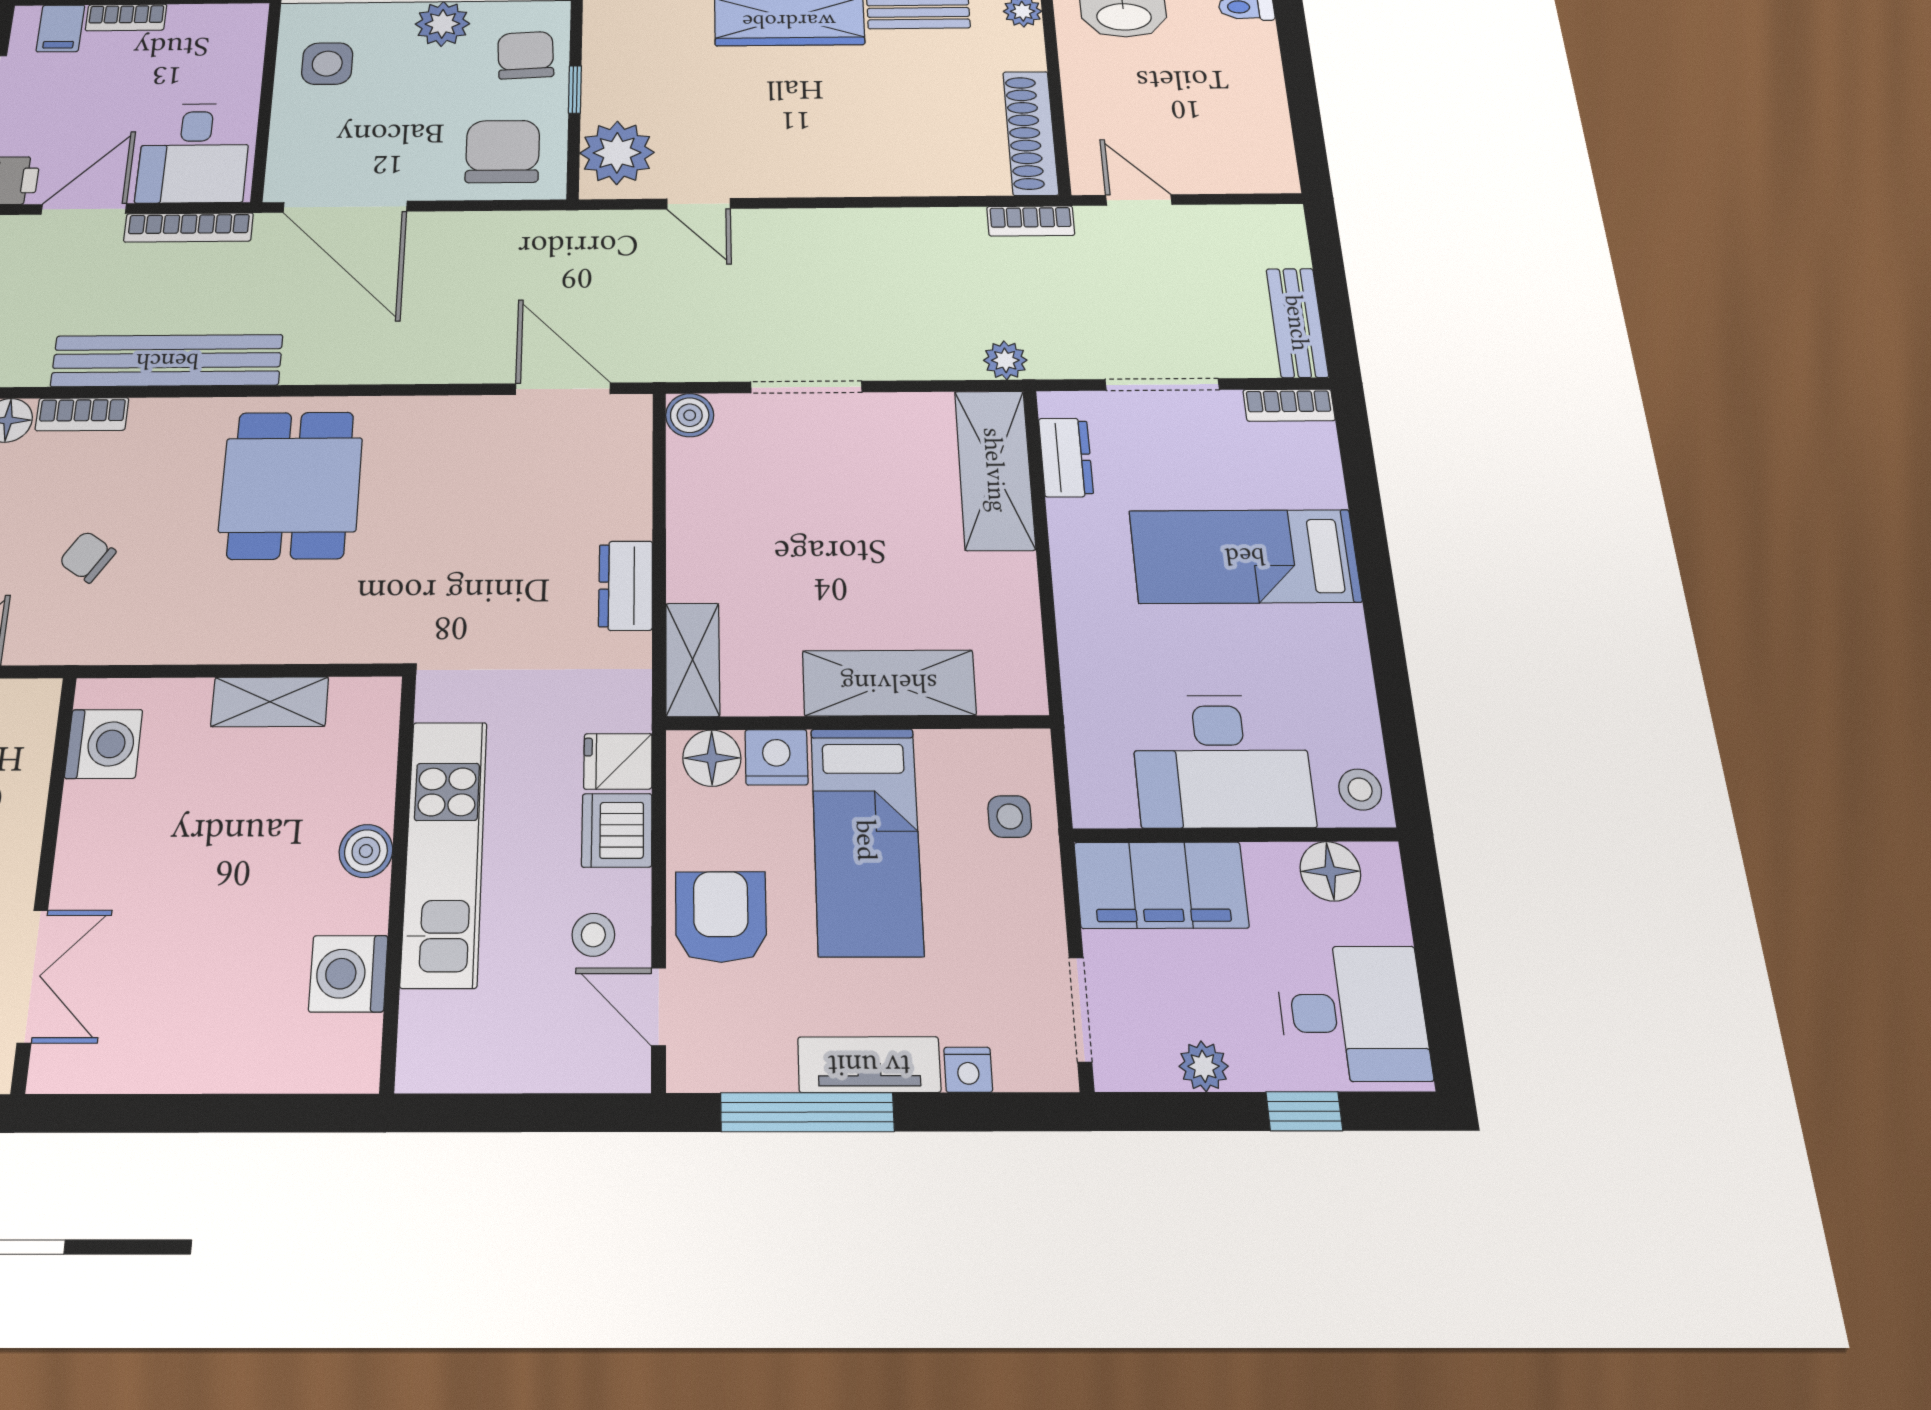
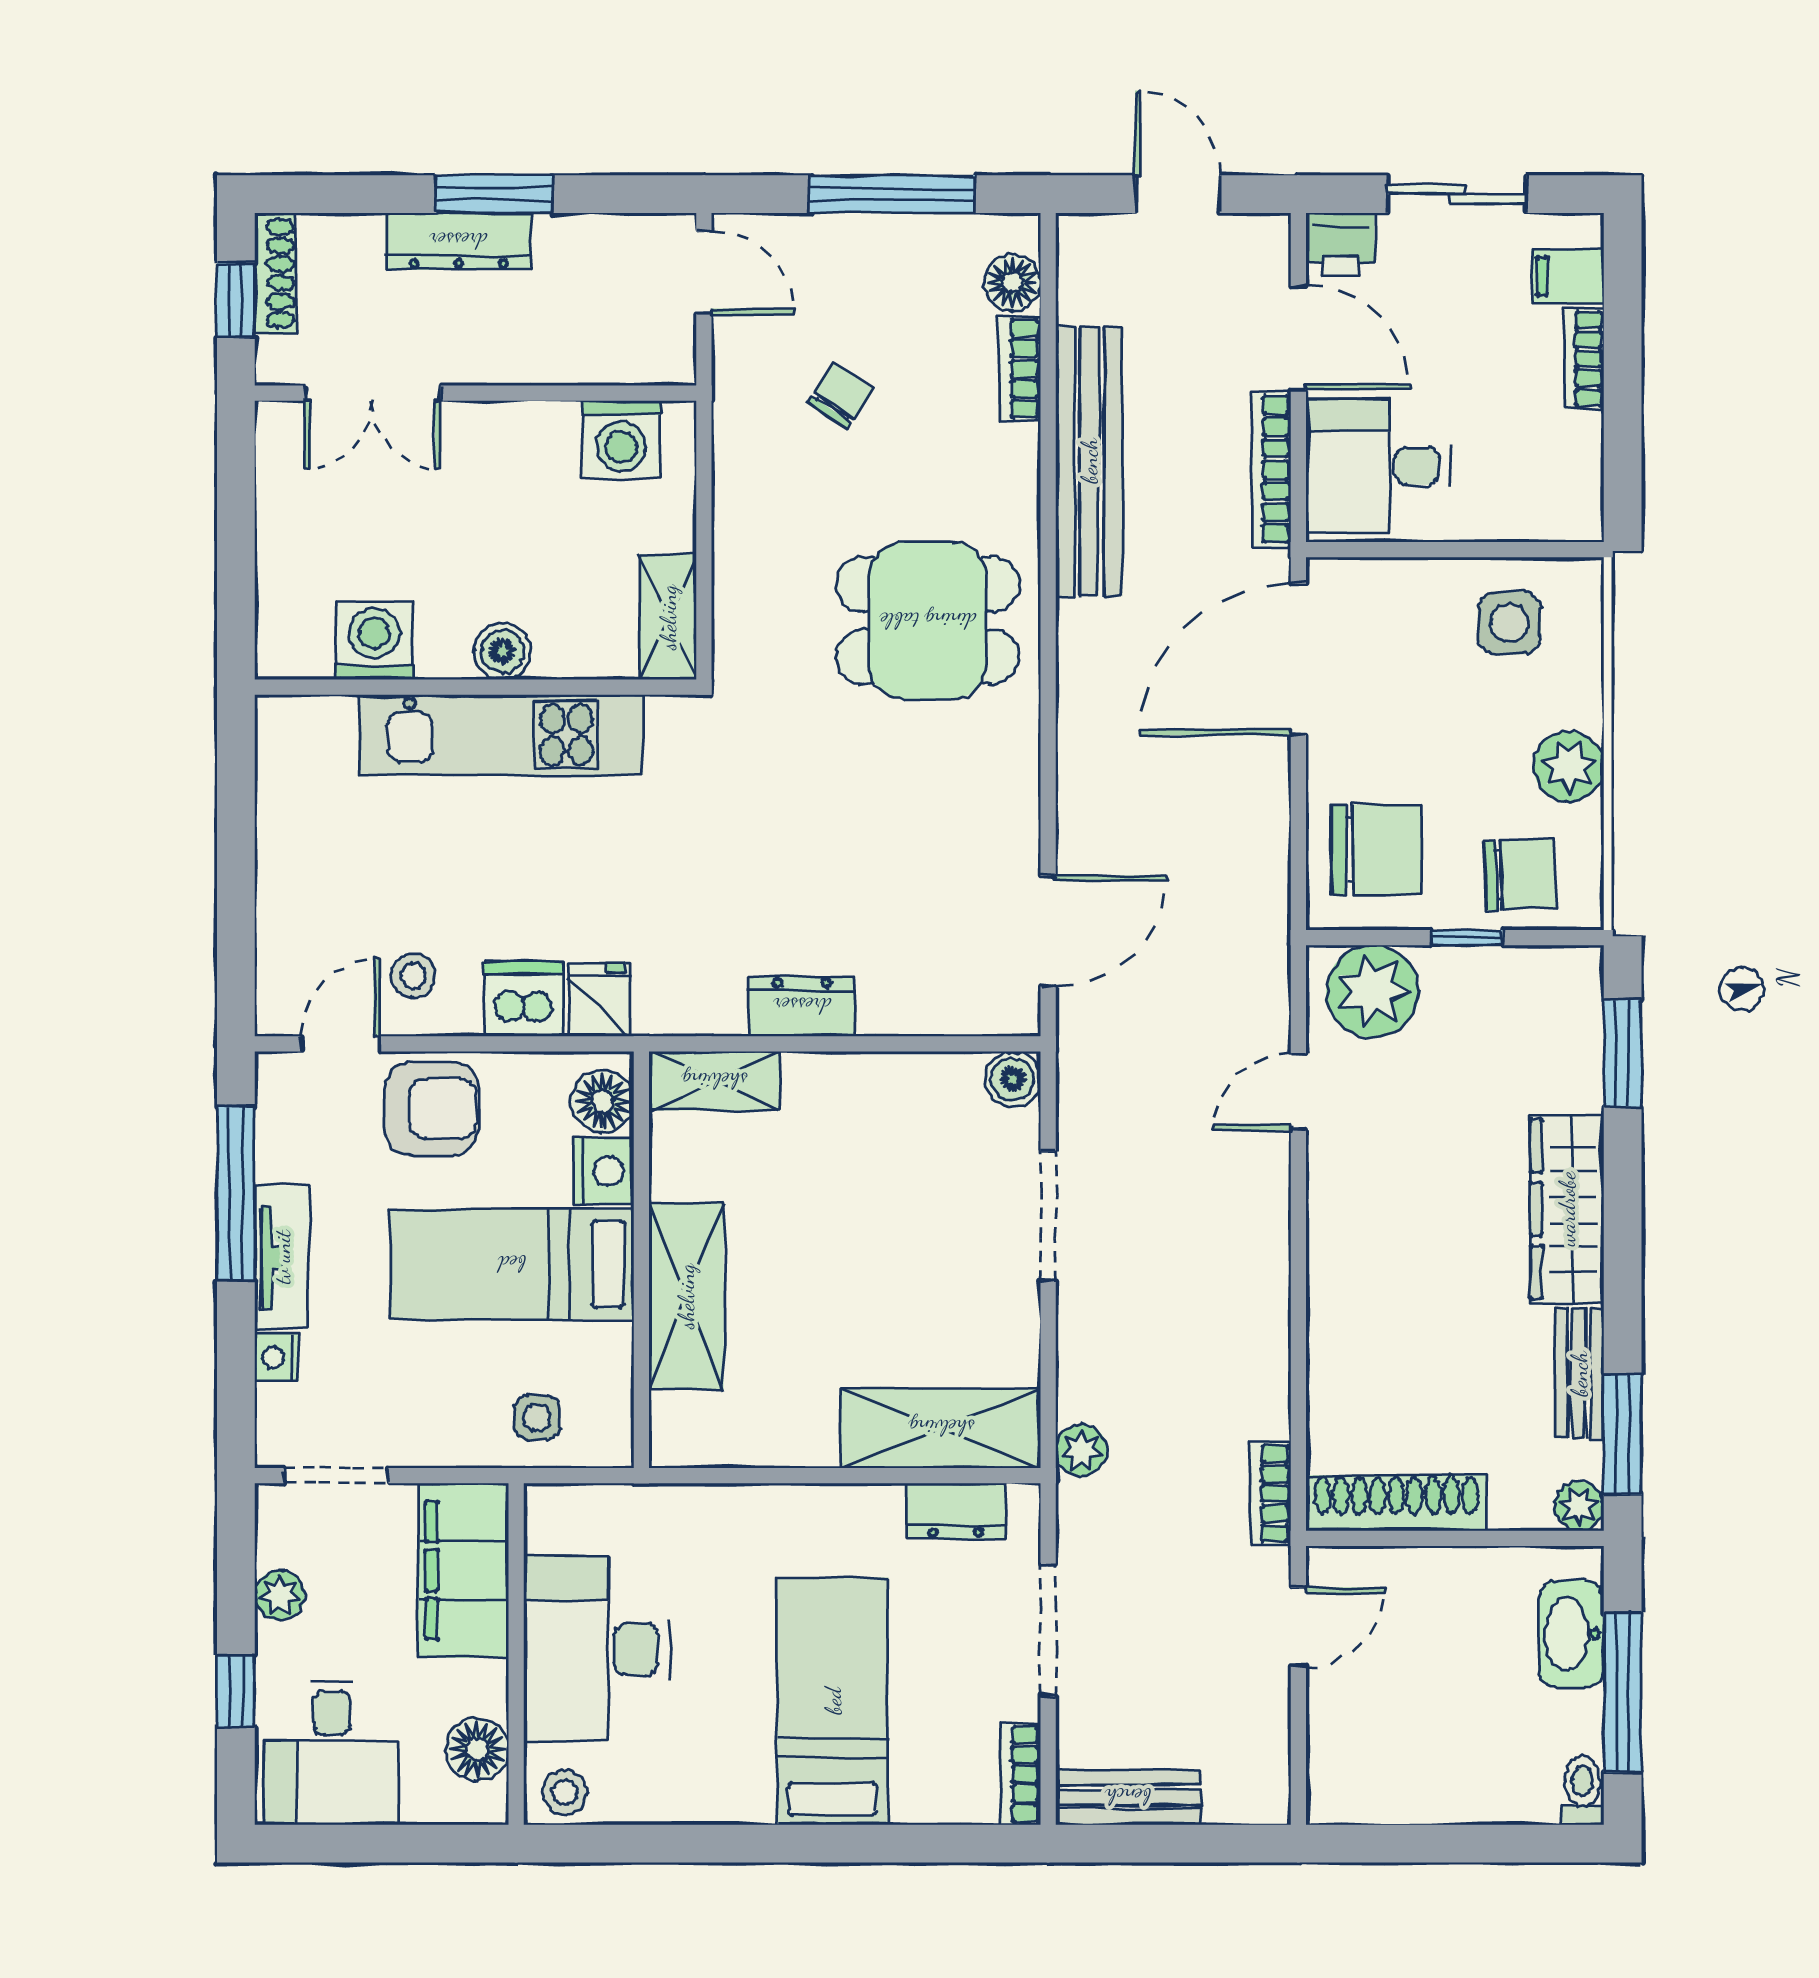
boiler: (366, 851) -> (503, 651), moved
kitchen unit: (444, 852) -> (501, 735), moved
wall: (398, 876) -> (476, 687), moved
washing machine: (348, 974) -> (374, 641), moved

